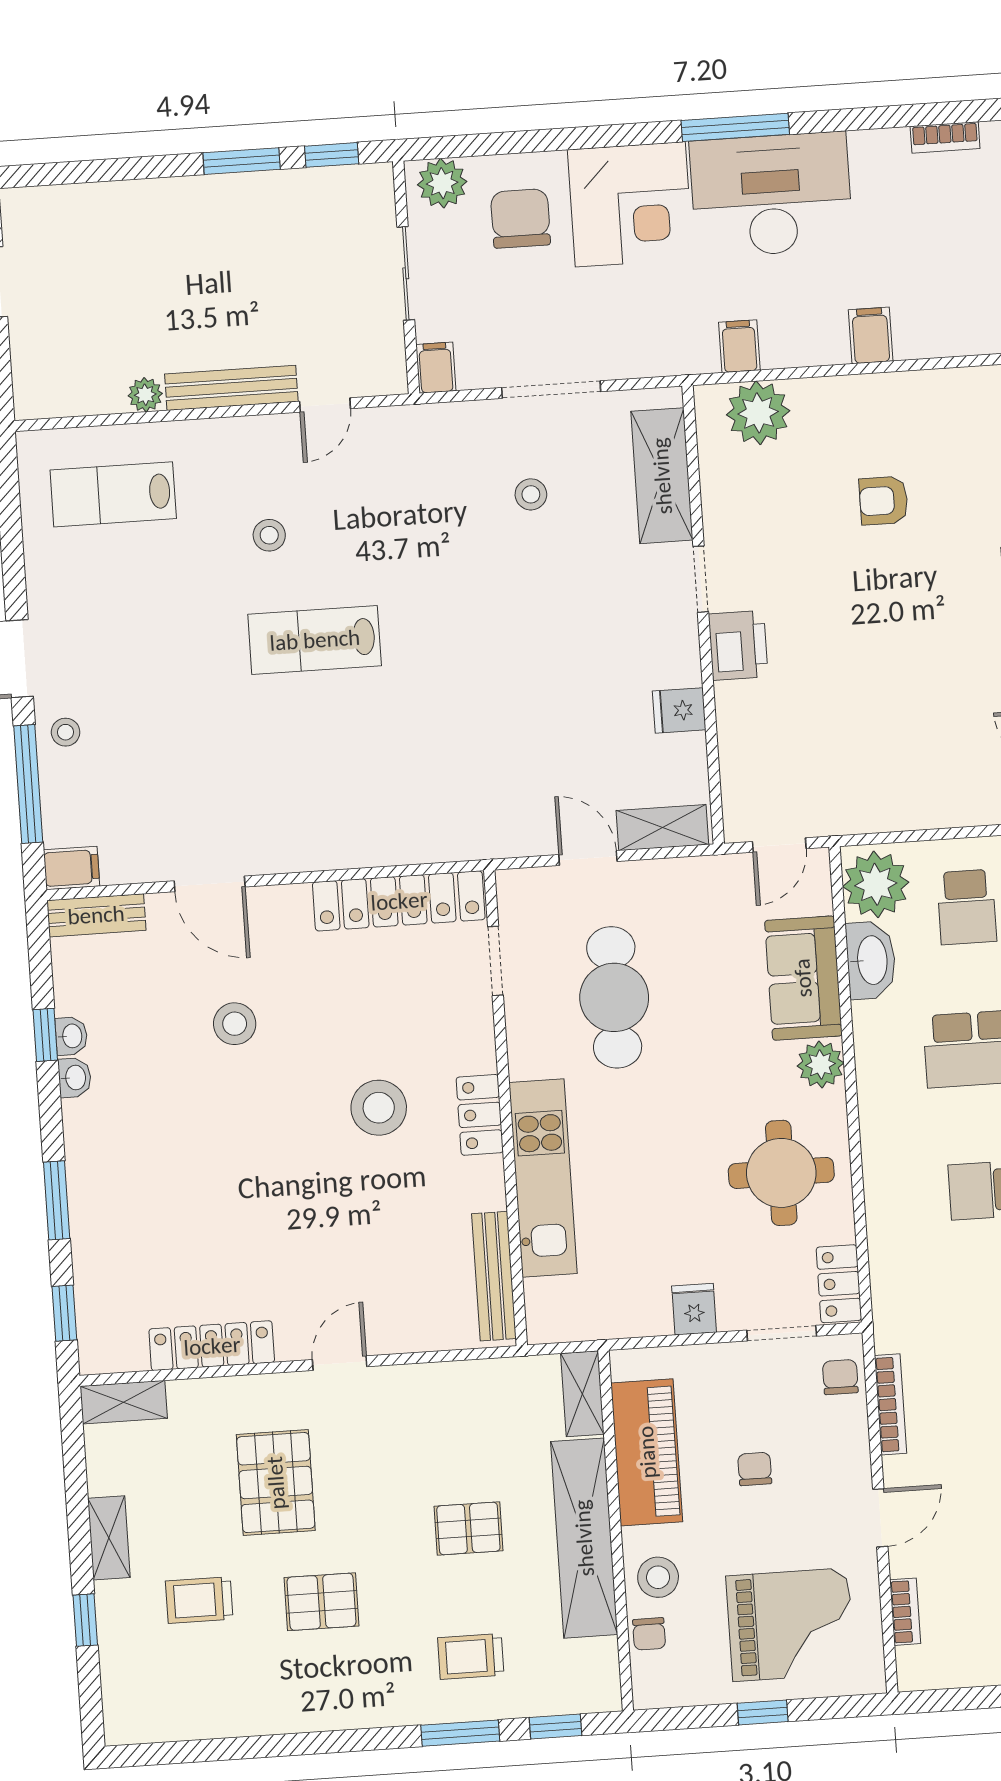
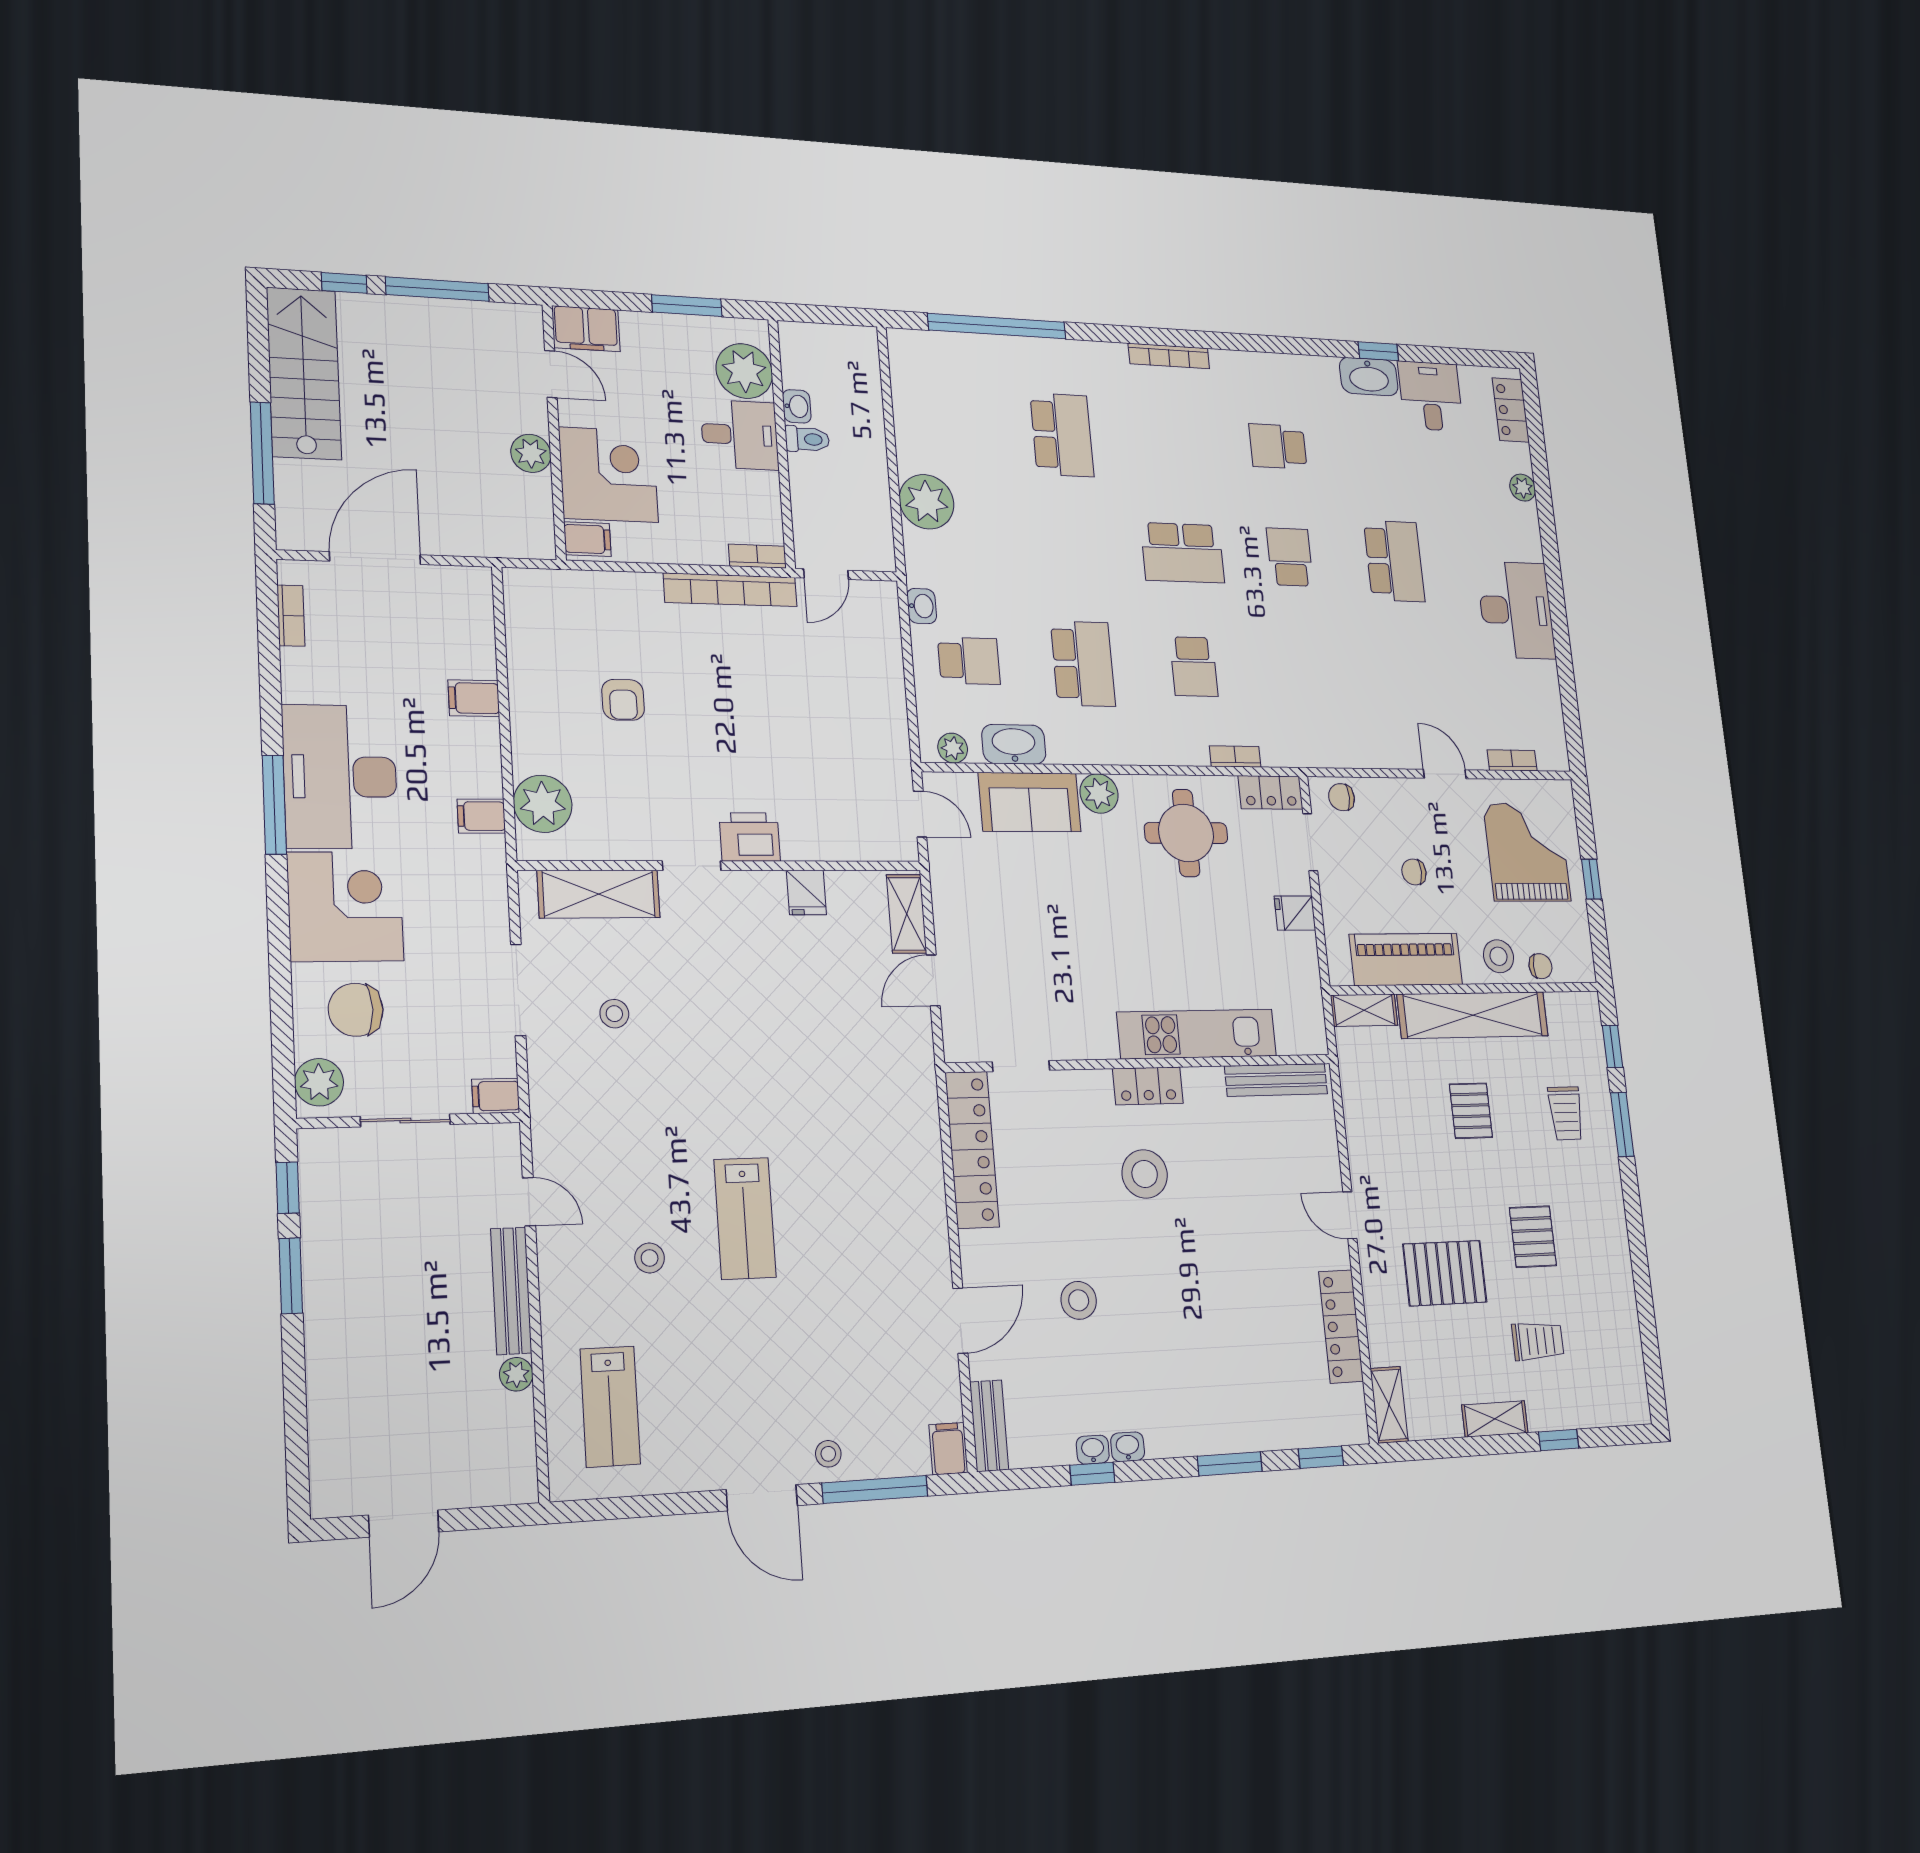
plant: (876, 884) -> (953, 748), width x0.53, depth x0.53
cafe table: (614, 997) -> (1049, 965), removed
bookcase: (891, 1404) -> (1235, 757), moved, width x0.64
trolley: (199, 1600) -> (1538, 1341), turned -90

